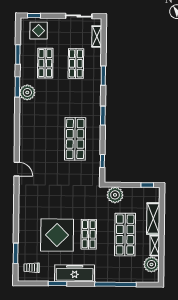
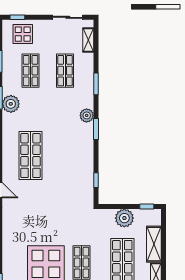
plant: (95, 103) -> (87, 115), added
shop shelf: (75, 139) -> (31, 156), moved
plant: (115, 195) -> (124, 218), moved

